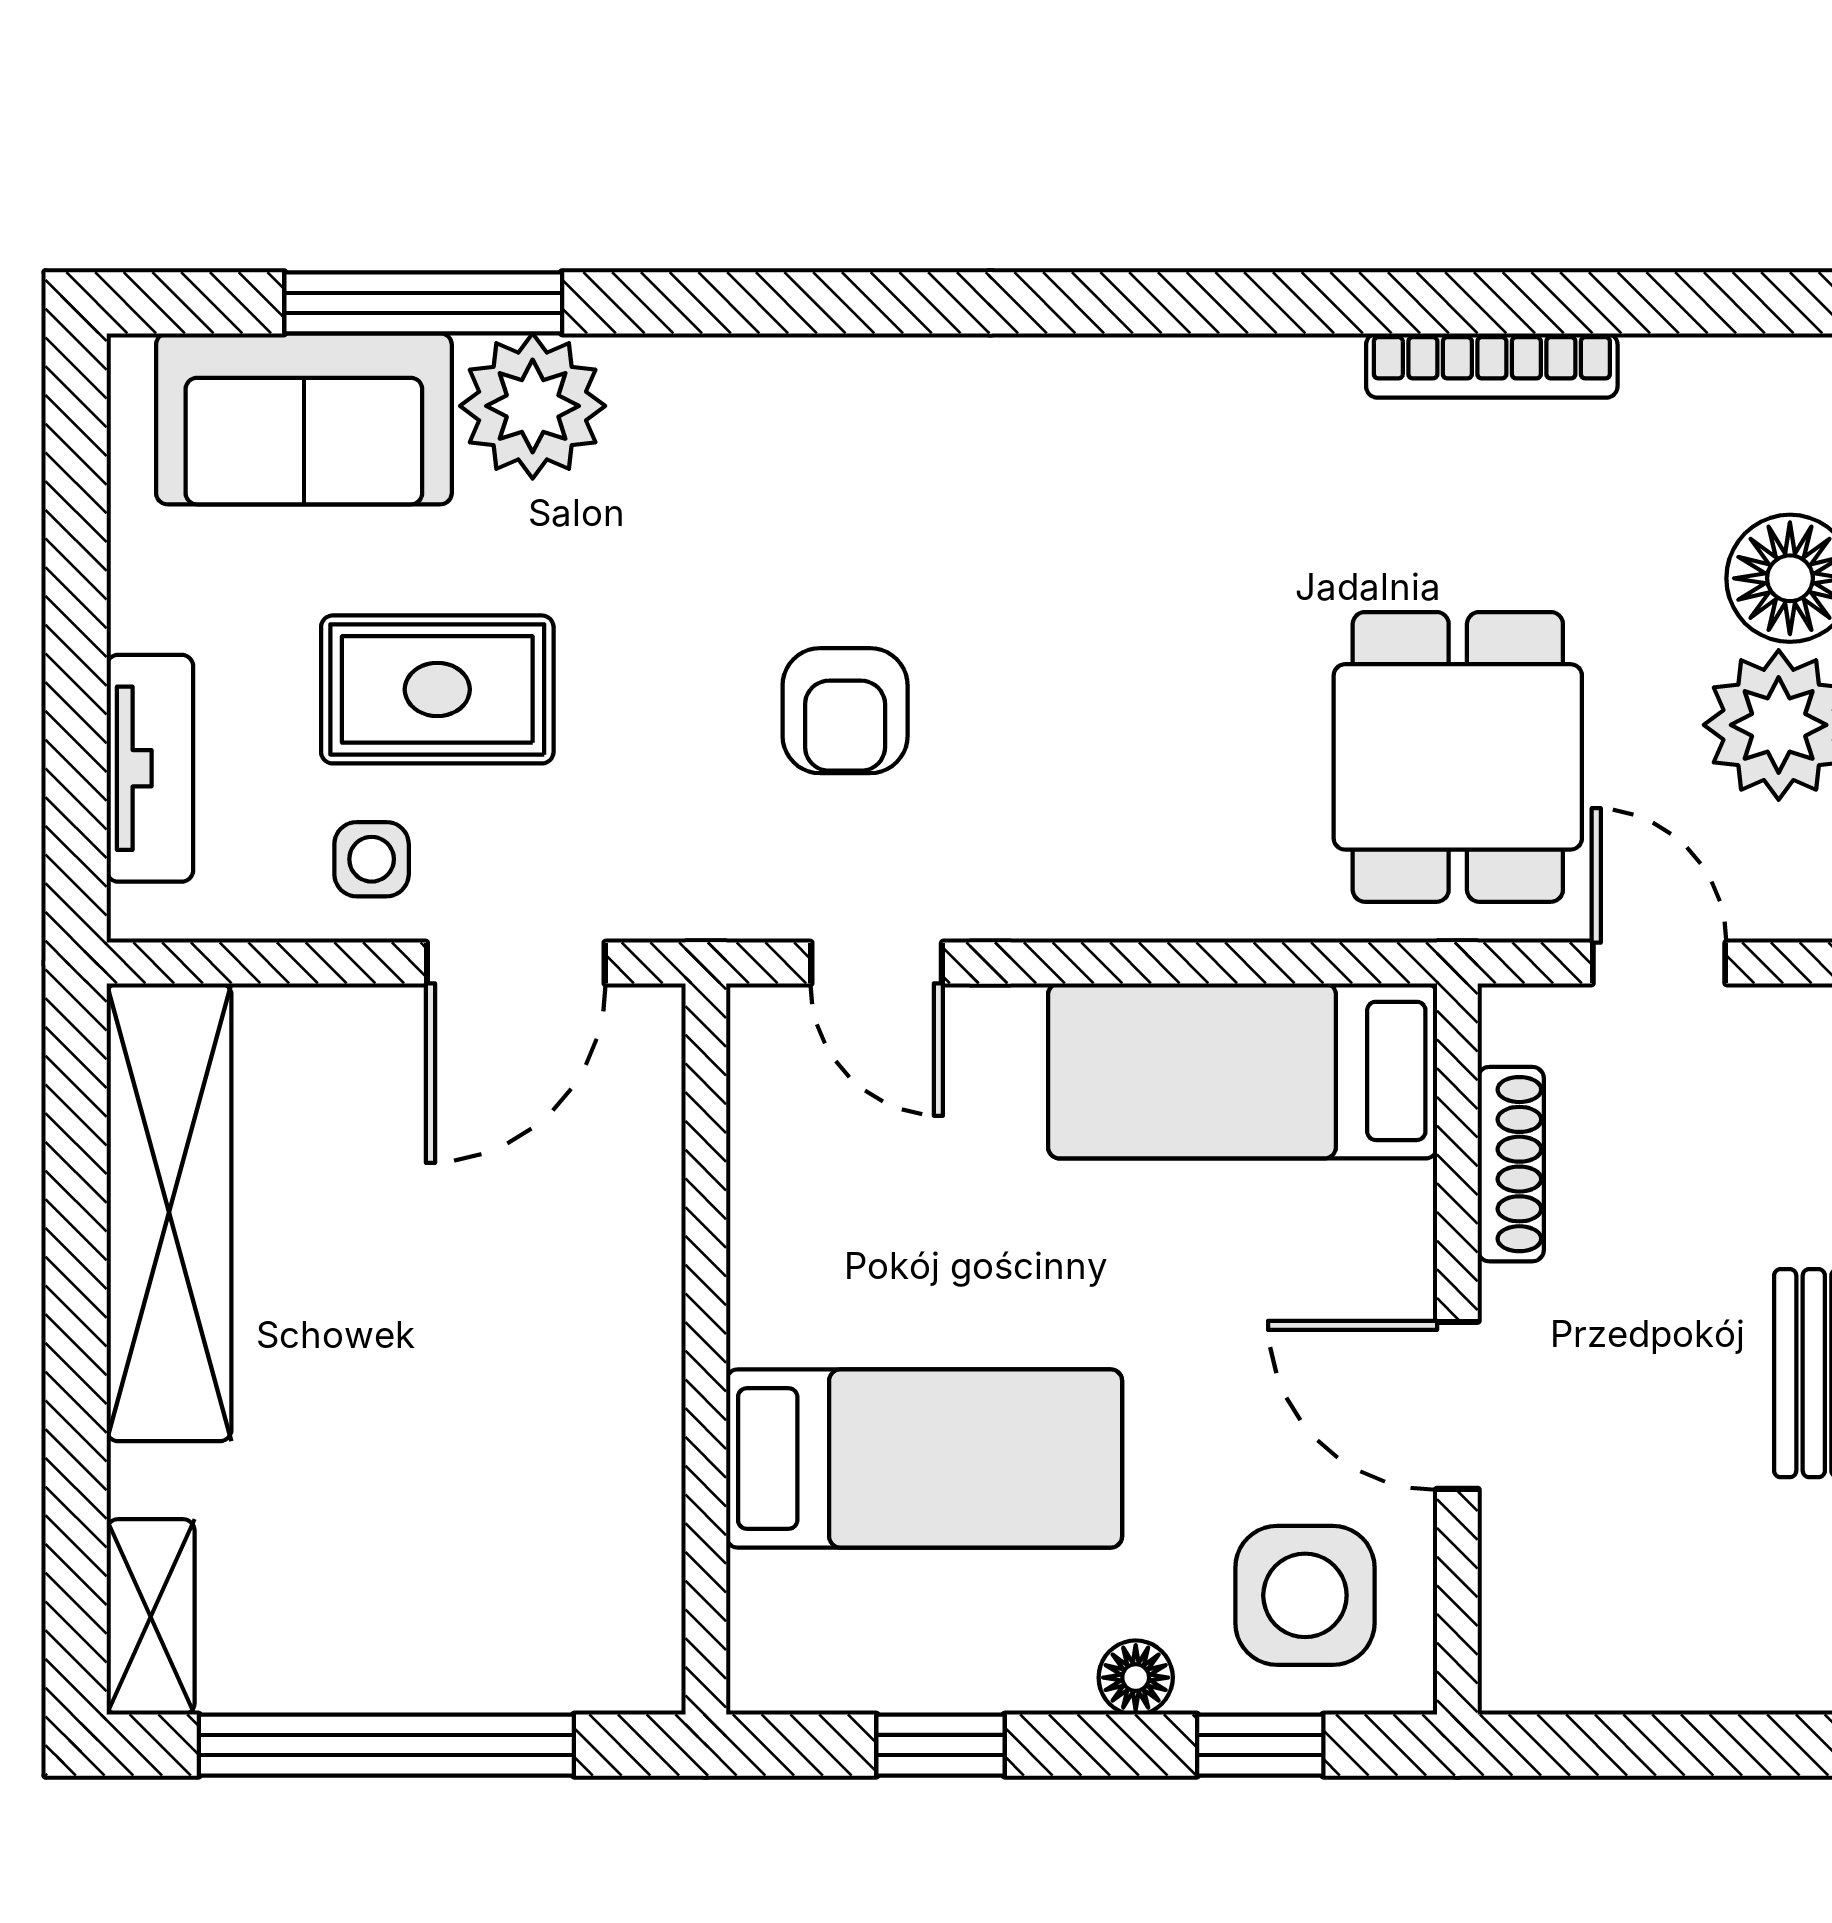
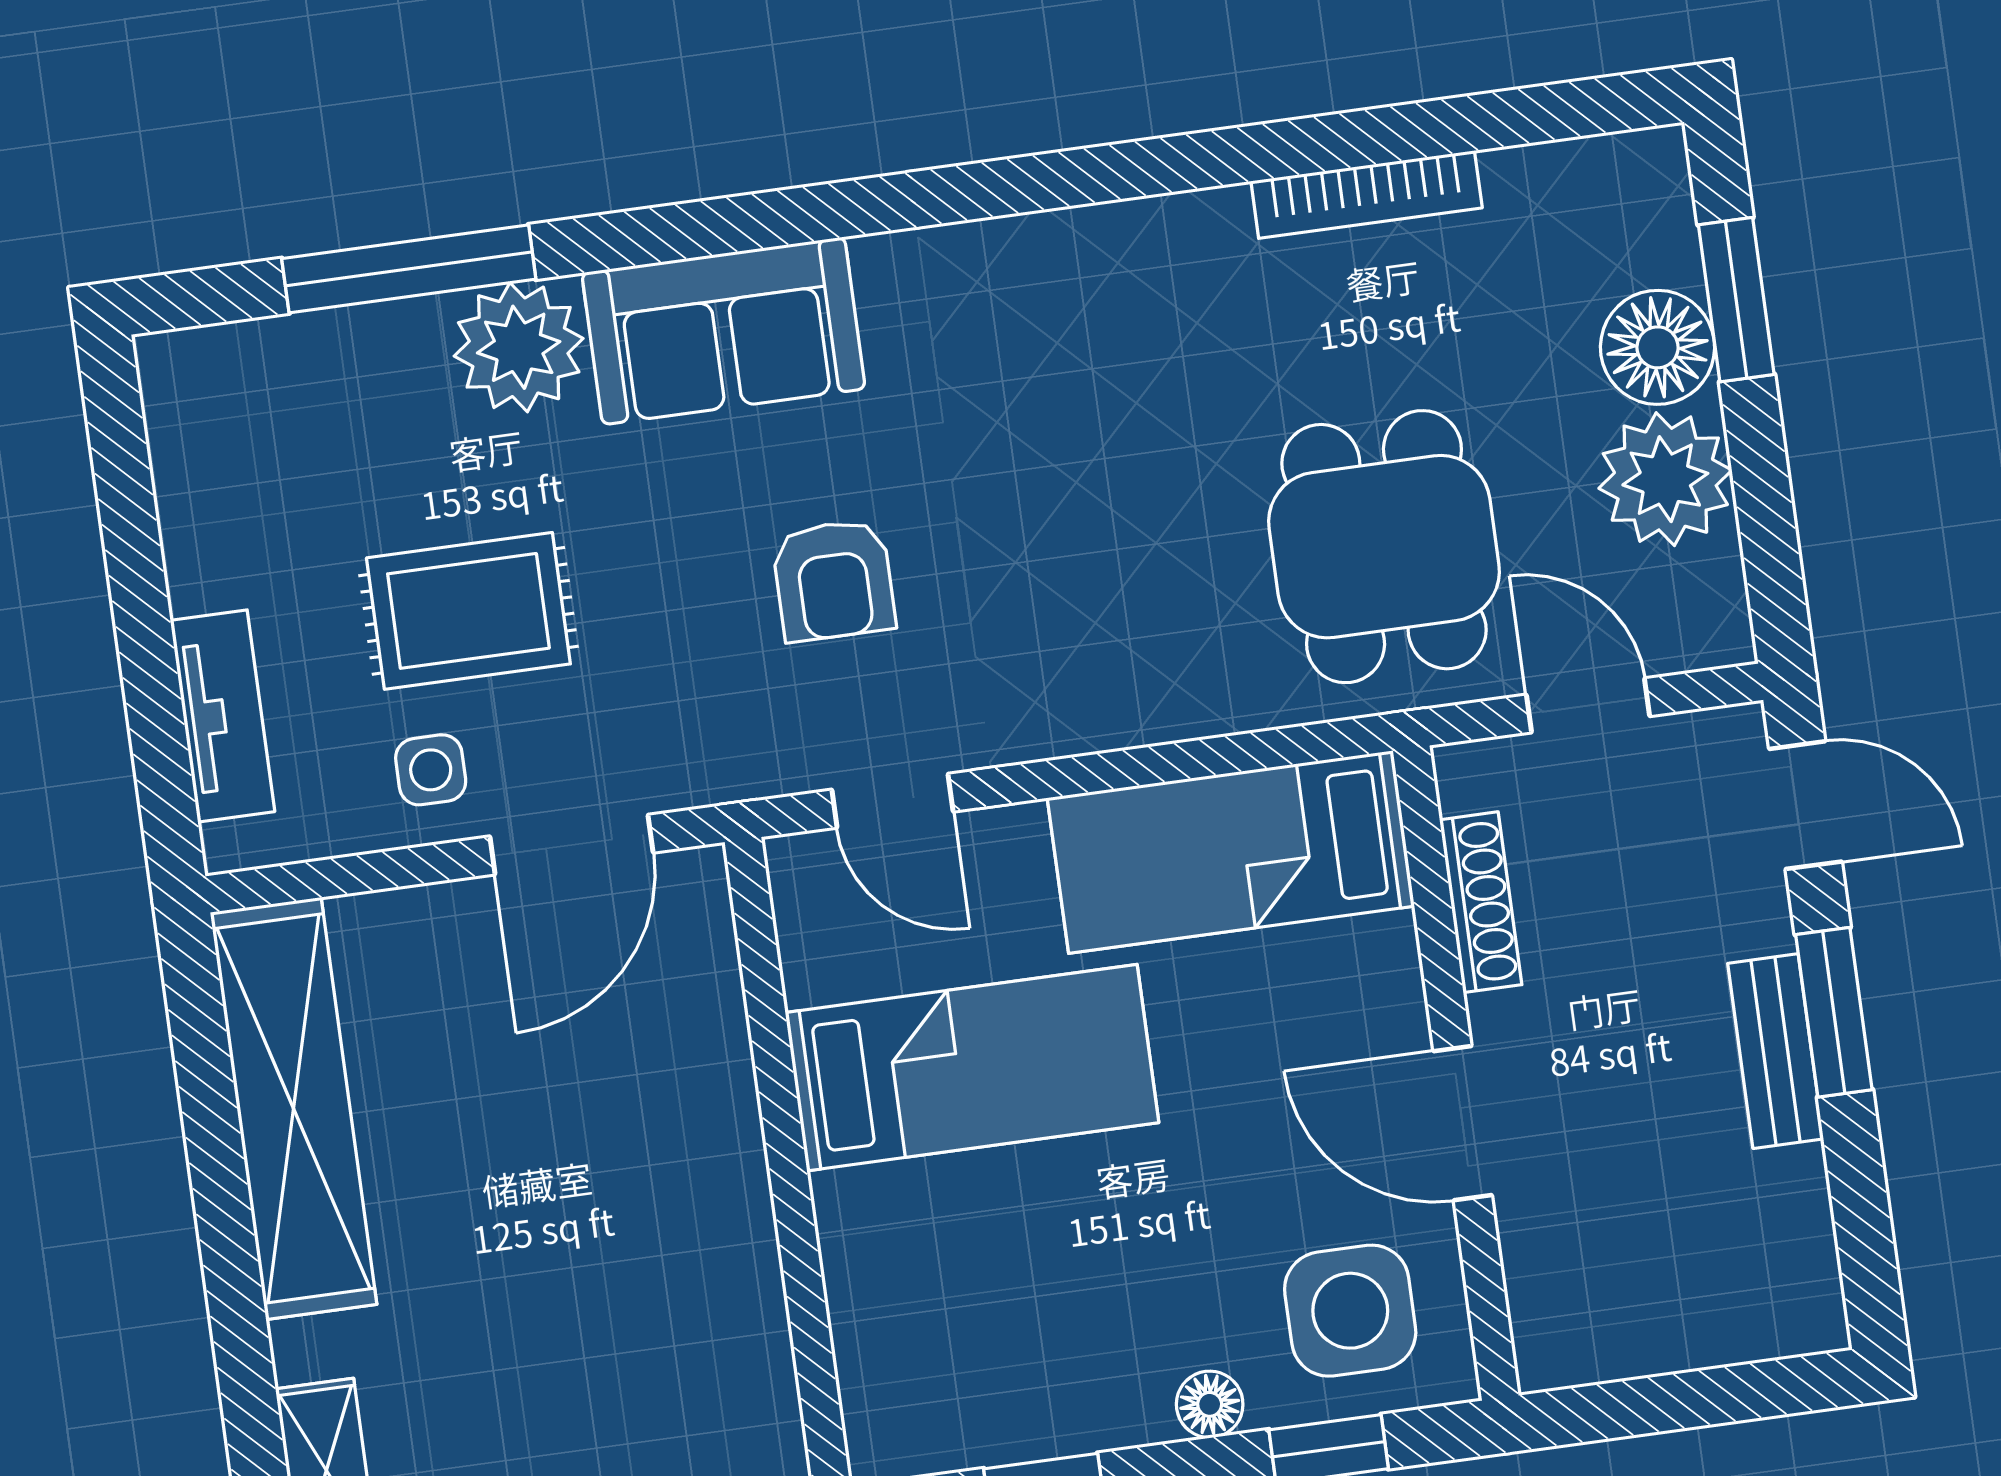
sofa: (304, 419) -> (724, 331), moved
bed: (924, 1459) -> (972, 1068), moved

